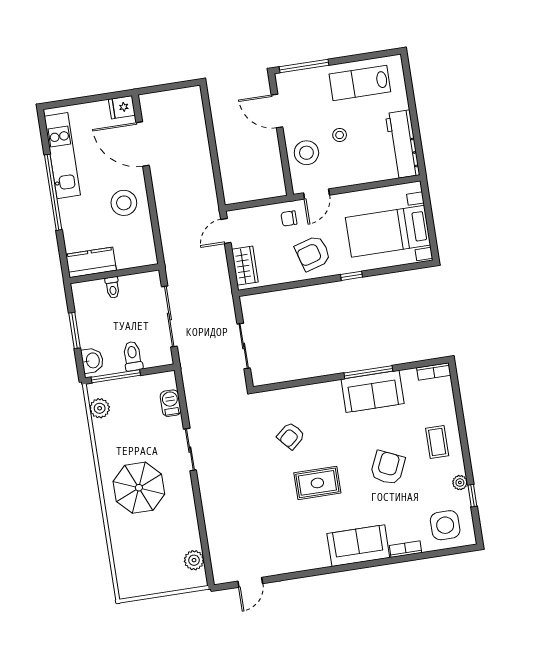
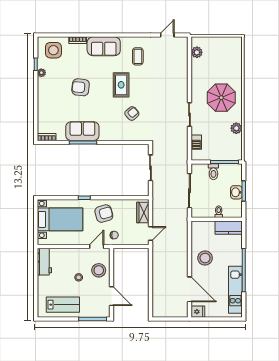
workbench: (403, 144) -> (44, 262), width x0.73
washbasin: (92, 360) -> (236, 192), moved
plant: (100, 408) -> (236, 128), moved
coffee table: (437, 442) -> (138, 56), moved
armchair: (388, 468) -> (81, 87), turned 72
rug: (317, 483) -> (121, 85), turned 90

